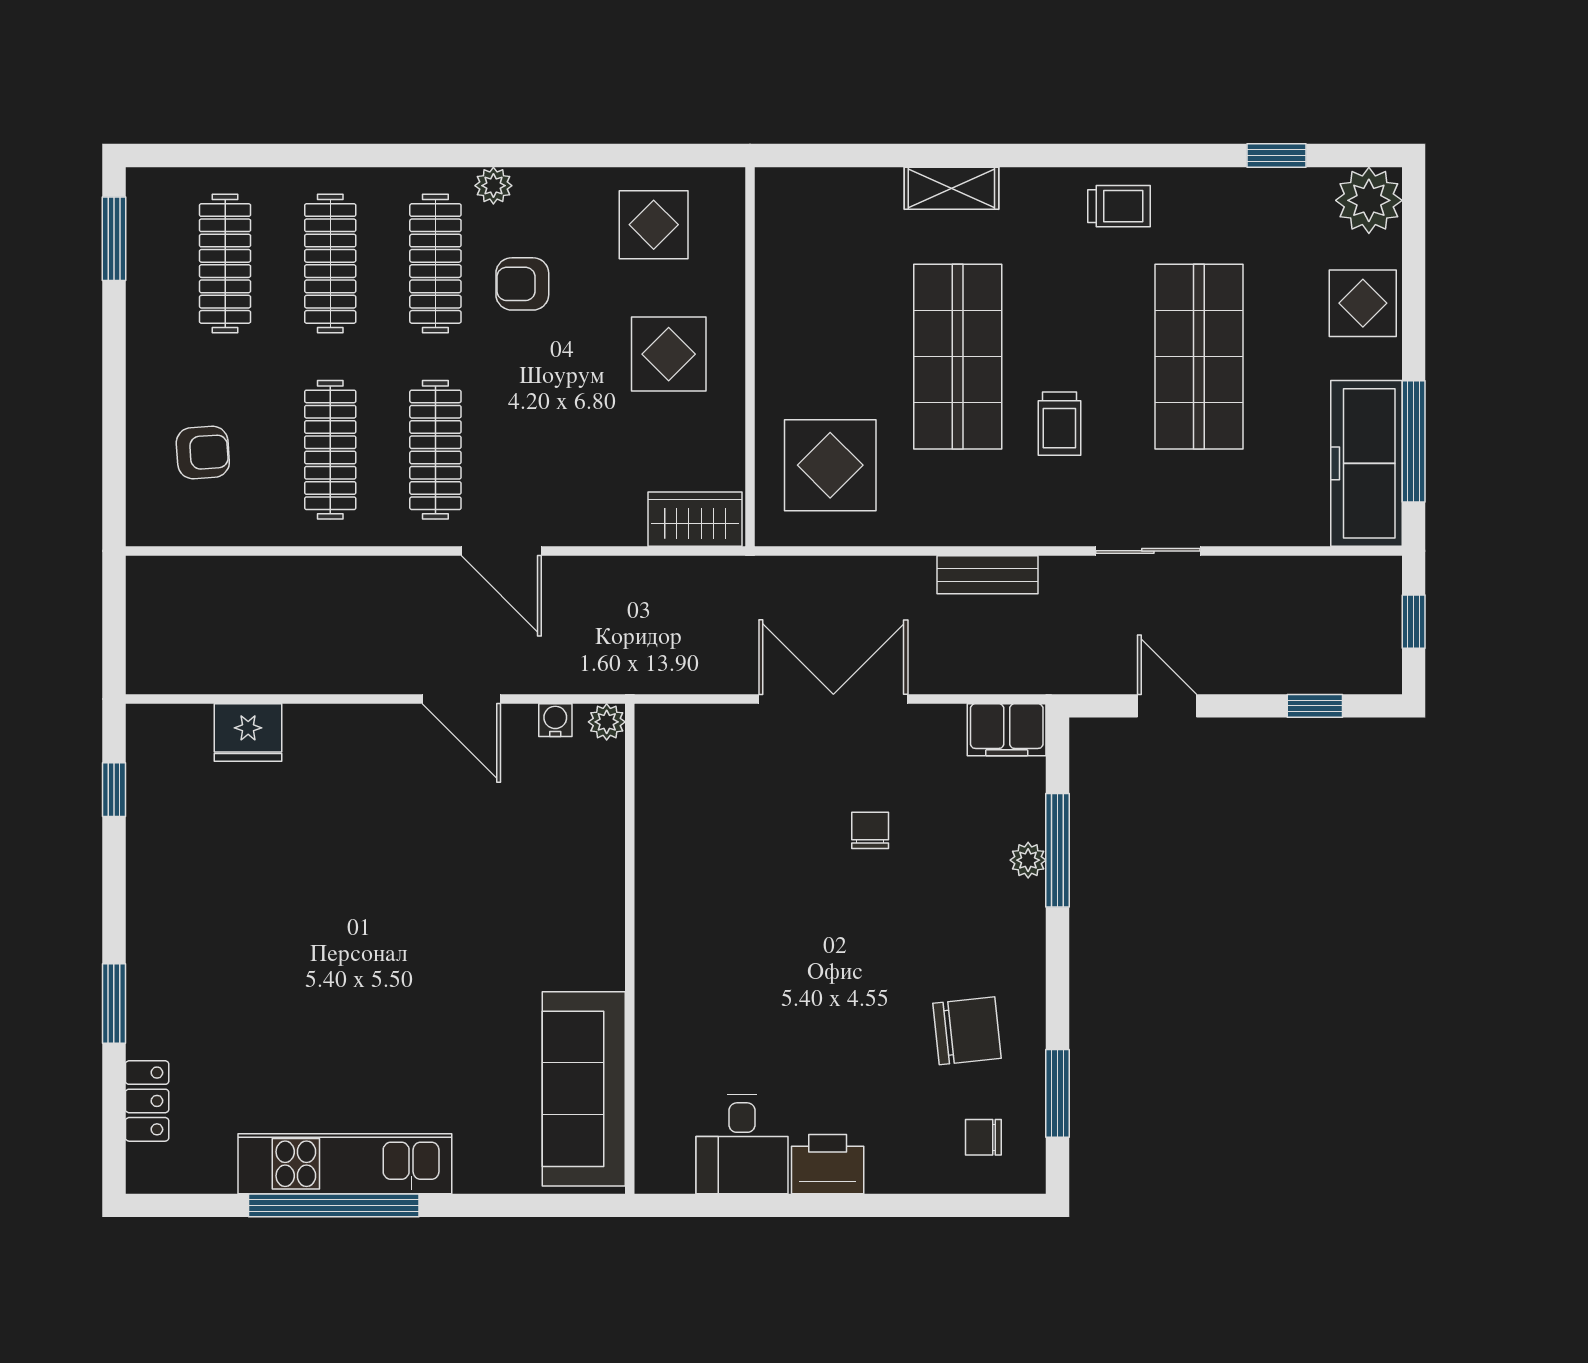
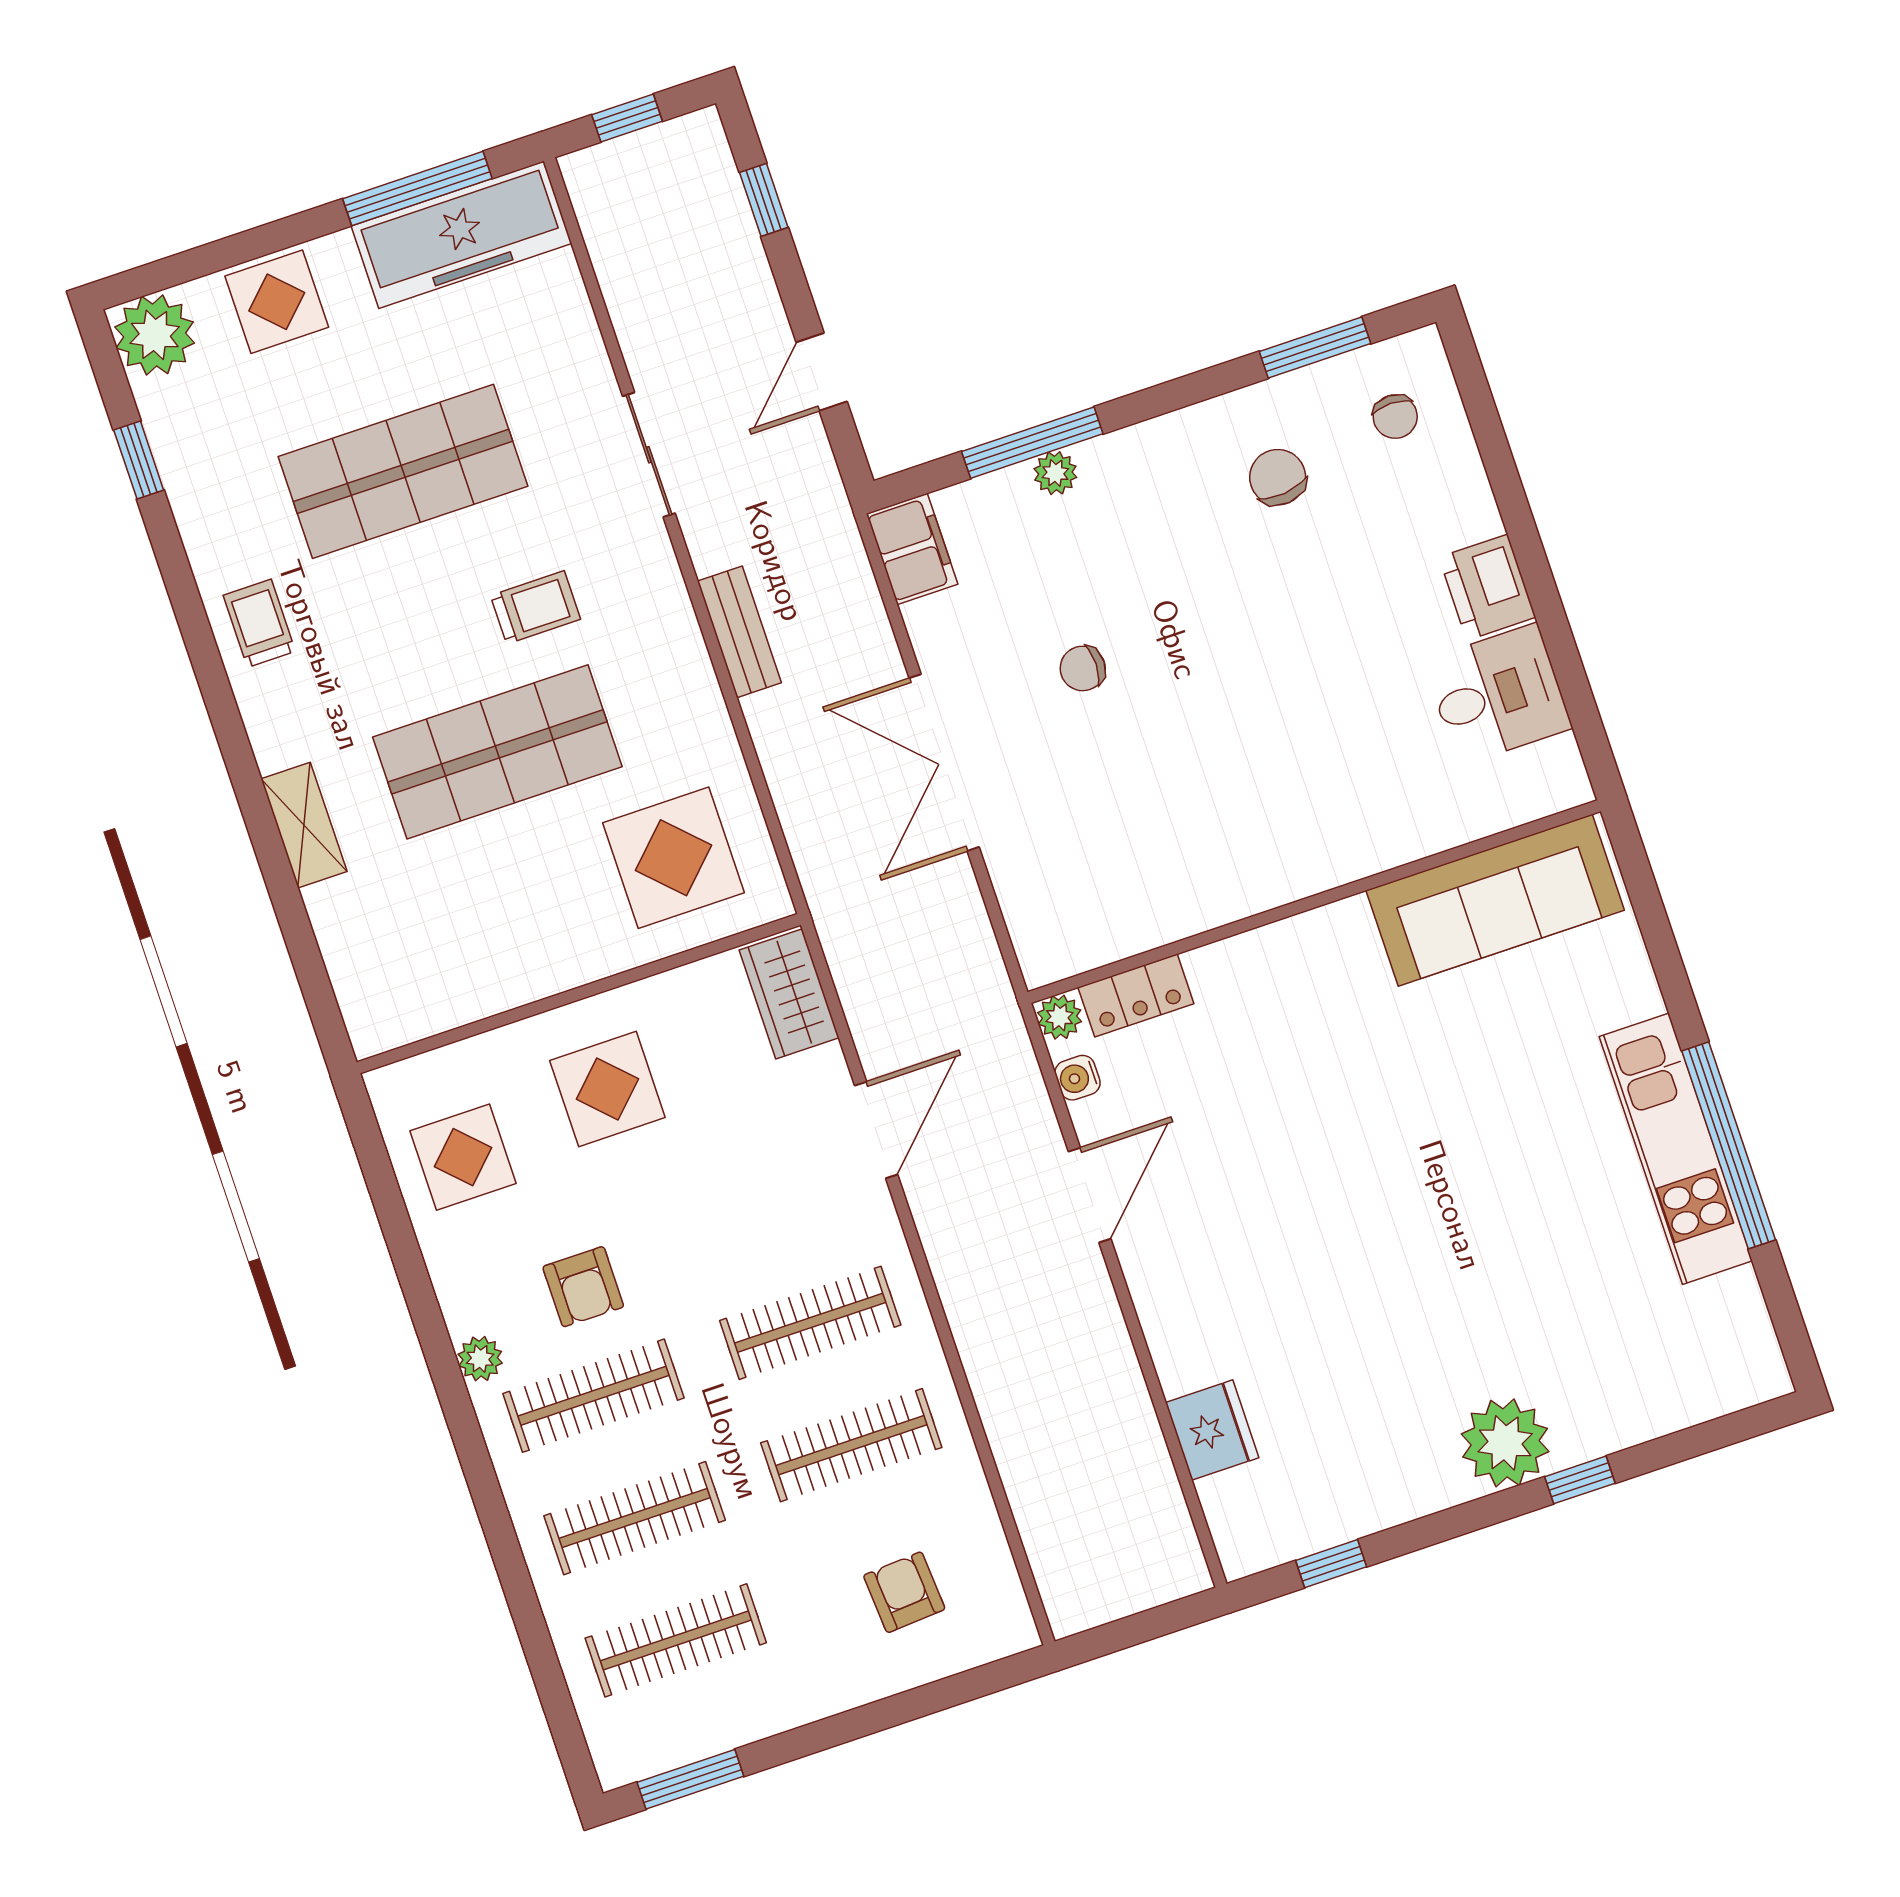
door: (501, 551) -> (876, 1130), moved
plant: (162, 955) -> (1505, 1443), added
window: (114, 1003) -> (1580, 1480), width x0.67
chair: (967, 1031) -> (1278, 477), width x0.73, depth x0.73
locker: (147, 1101) -> (1136, 996), moved, turned 180

